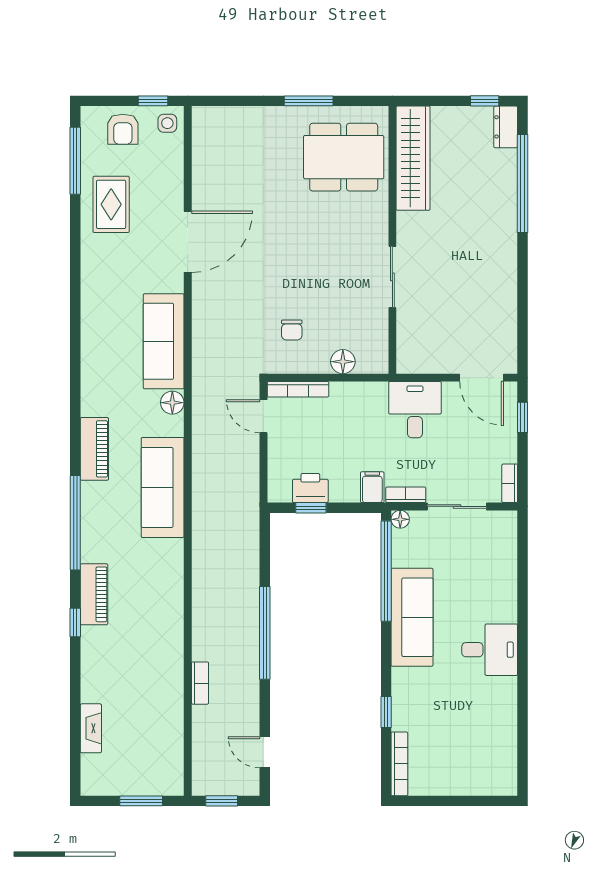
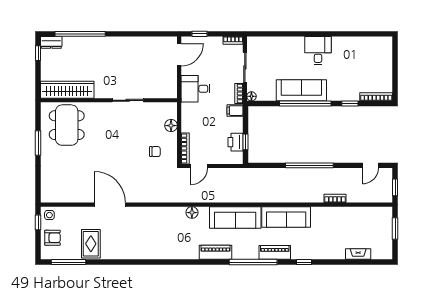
rug: (111, 204) -> (91, 244), turned 90
sofa: (164, 341) -> (286, 217), moved
window: (386, 571) -> (305, 103), moved
piano: (94, 594) -> (275, 252), moved

